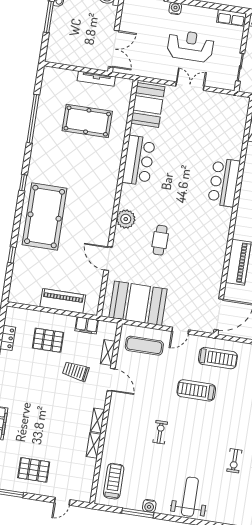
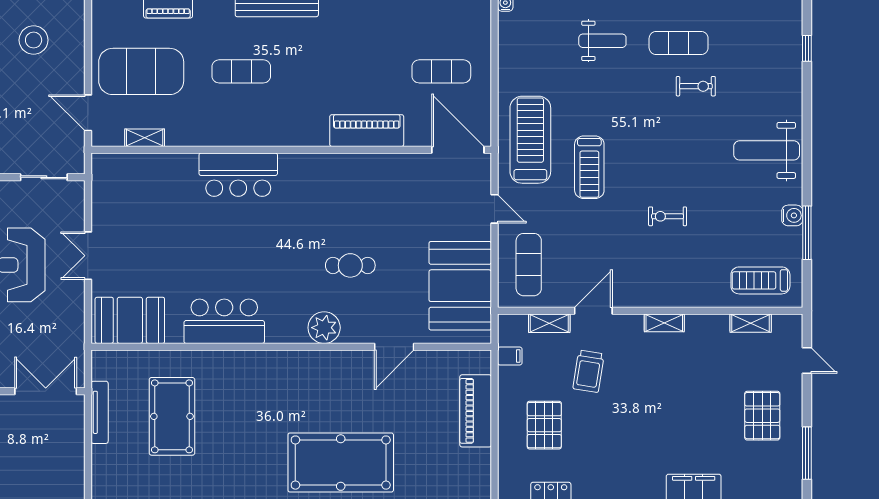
filing cabinet: (87, 325) -> (510, 356), width x0.50
treadmill: (218, 358) -> (530, 140), width x1.37, depth x1.37
shelving: (93, 445) -> (751, 323), moved

